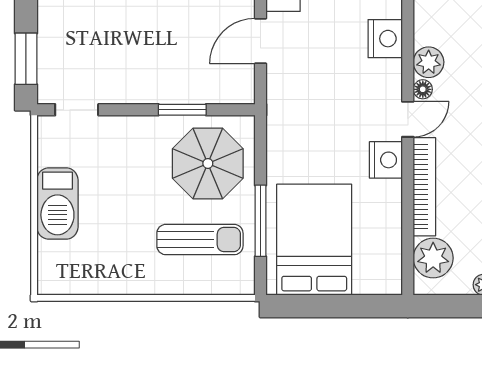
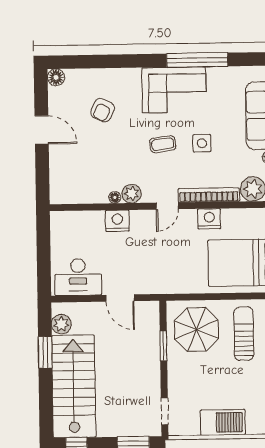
floor lamp: (423, 89) -> (115, 197), moved
door: (408, 119) -> (167, 206), swing flipped
nightstand: (386, 160) -> (209, 219), moved
window: (260, 221) -> (232, 296), removed

